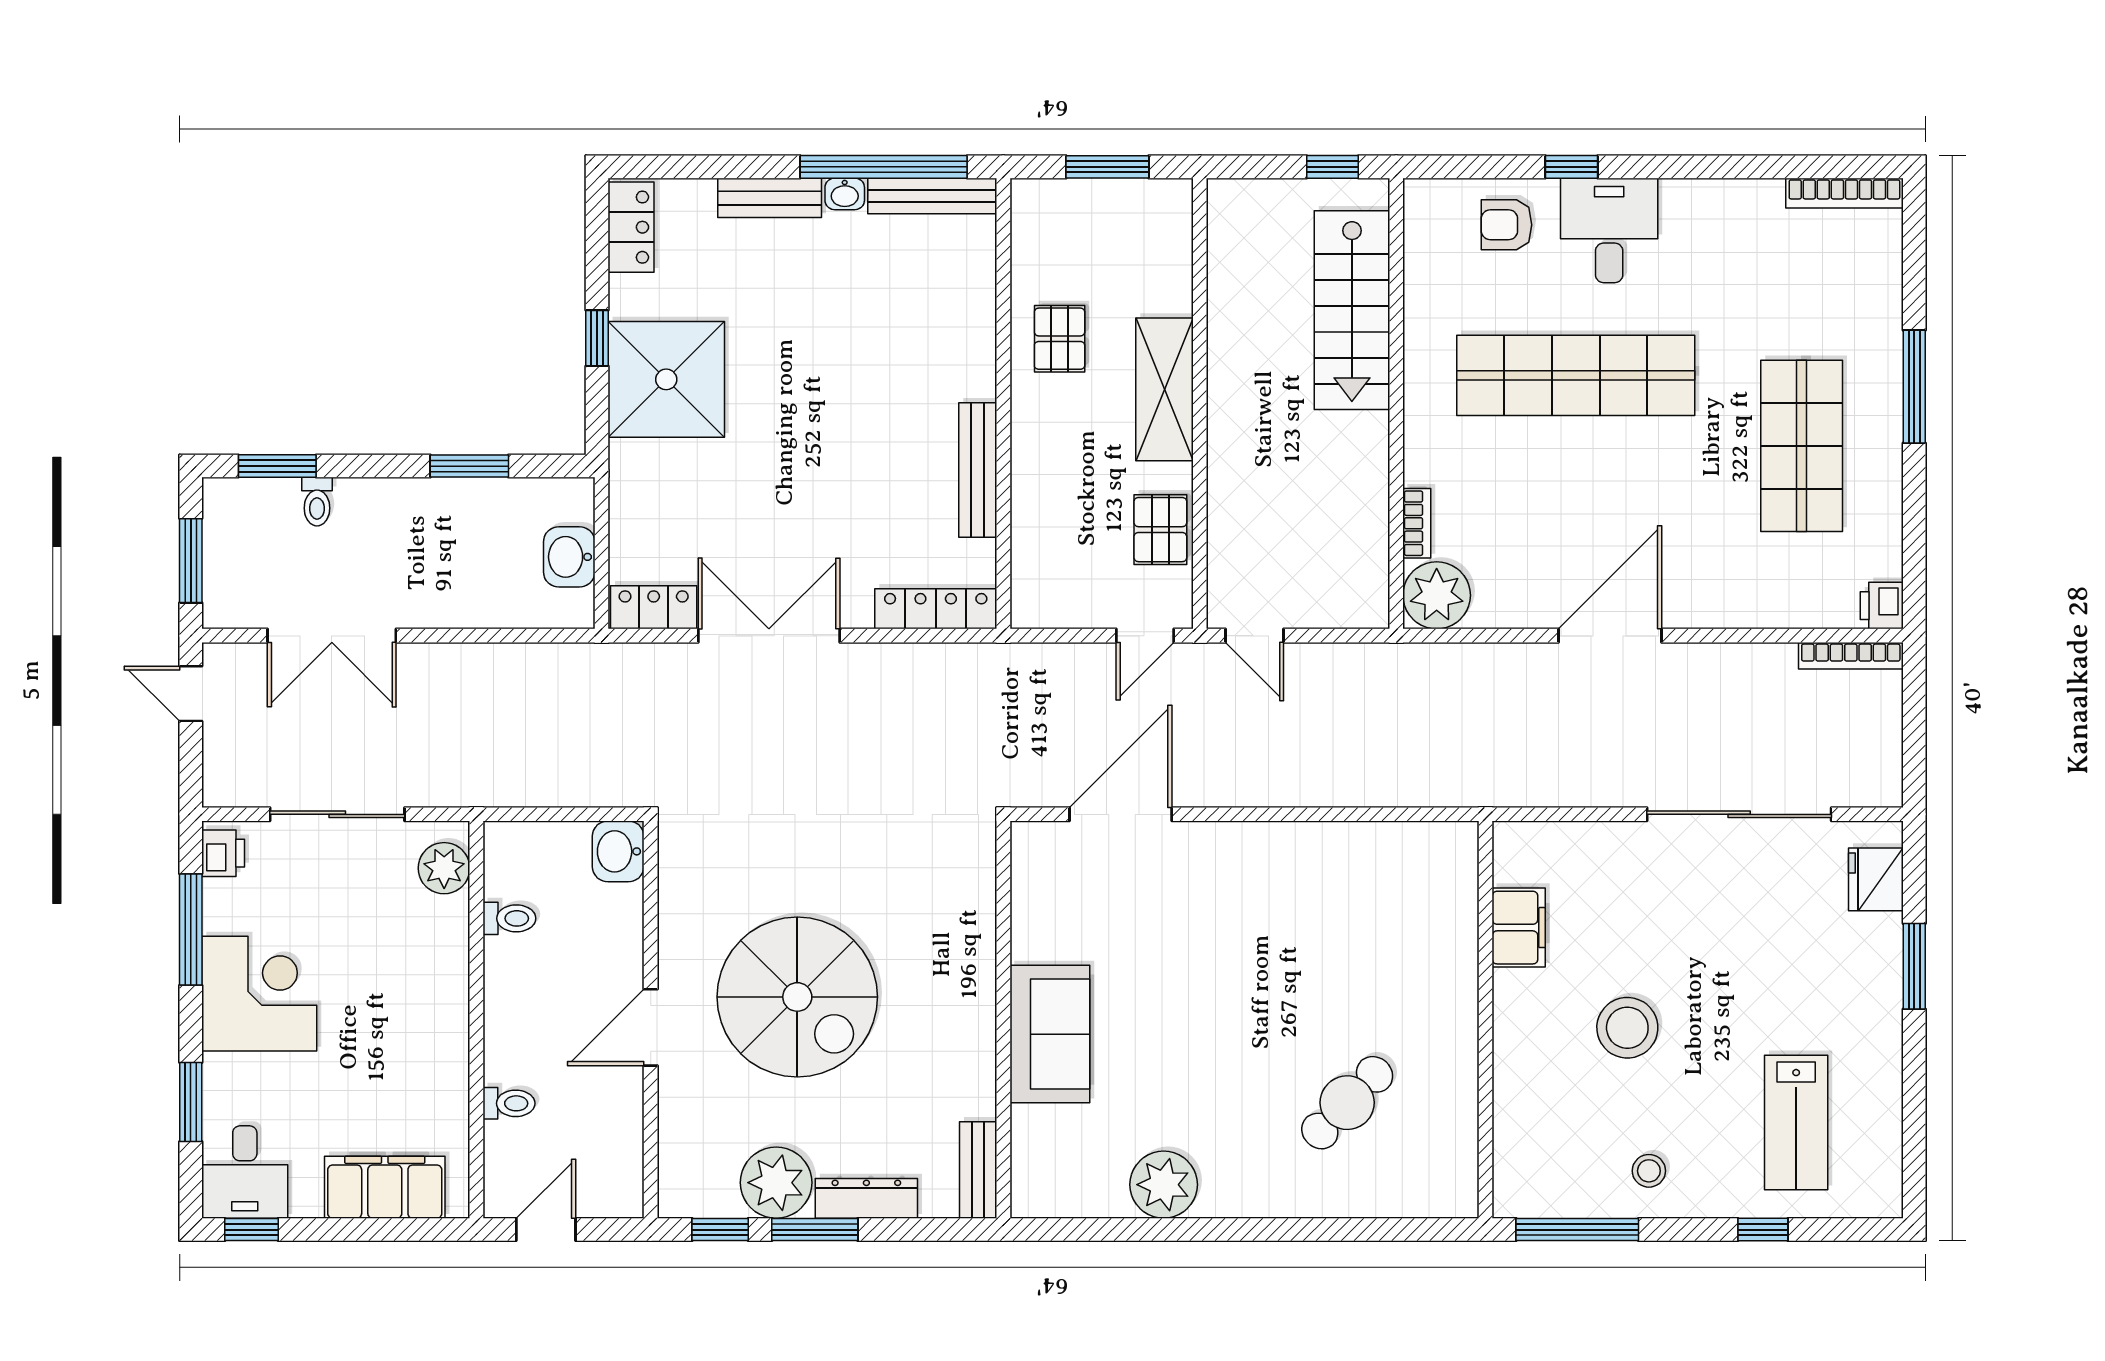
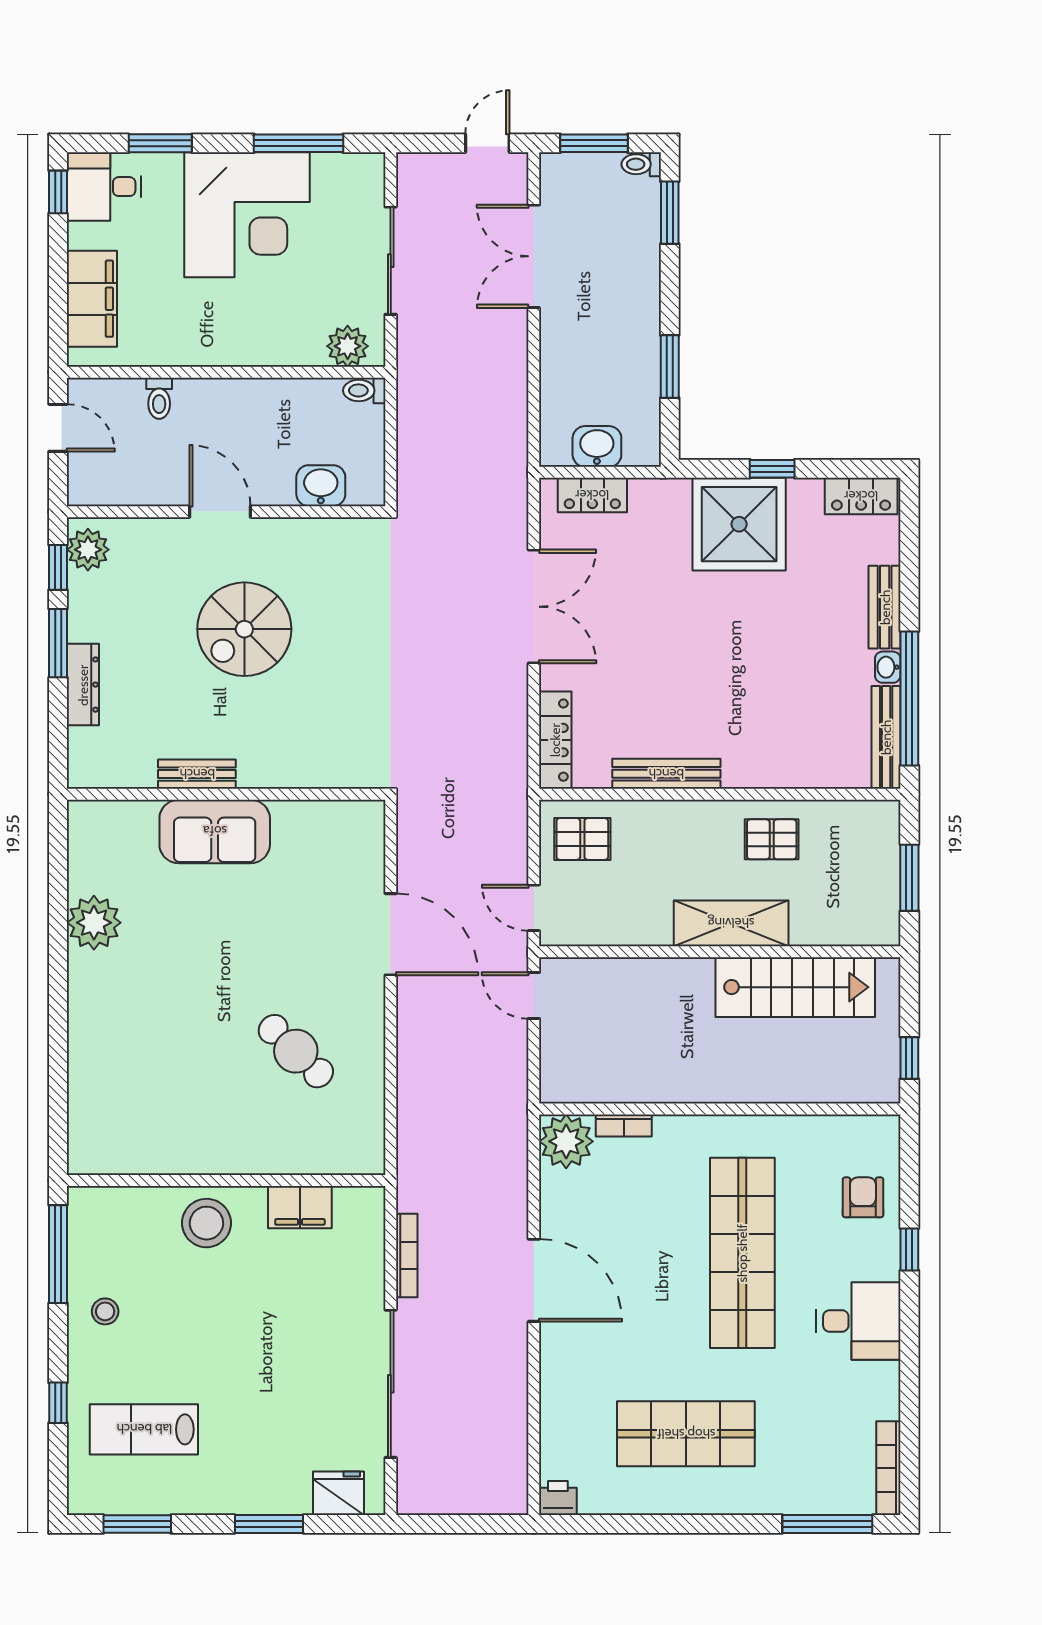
desk: (1609, 230) -> (858, 1321), moved
stairs: (1352, 310) -> (795, 987), moved, turned 180
window: (1914, 387) -> (827, 1524), moved
toilet: (317, 502) -> (641, 164), moved
pallet: (1160, 530) -> (582, 839), moved
locker: (654, 607) -> (592, 495), moved, turned 90
door: (1255, 636) -> (534, 996), hinge flipped
bookcase: (1851, 656) -> (407, 1256), moved, turned 180
door: (1121, 814) -> (391, 934), moved
washbasin: (618, 851) -> (321, 486), moved
printer: (223, 853) -> (360, 169), removed
toilet: (509, 918) -> (364, 390), moved, turned 90
corner desk: (259, 994) -> (247, 215), width x1.36, depth x1.36
spiral stairs: (797, 997) -> (244, 629), width x0.73, depth x0.73
stool: (1627, 1028) -> (206, 1223), moved
cafe table: (1347, 1103) -> (296, 1051), moved
window: (1914, 1131) -> (137, 1524), added
bench: (978, 1170) -> (197, 774), moved
plant: (776, 1183) -> (88, 550), moved, width x0.73, depth x0.73

